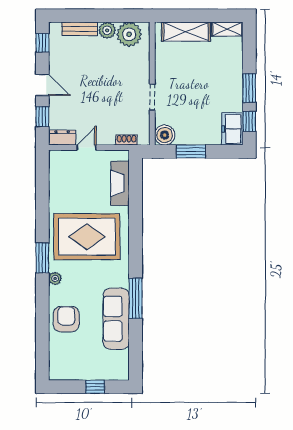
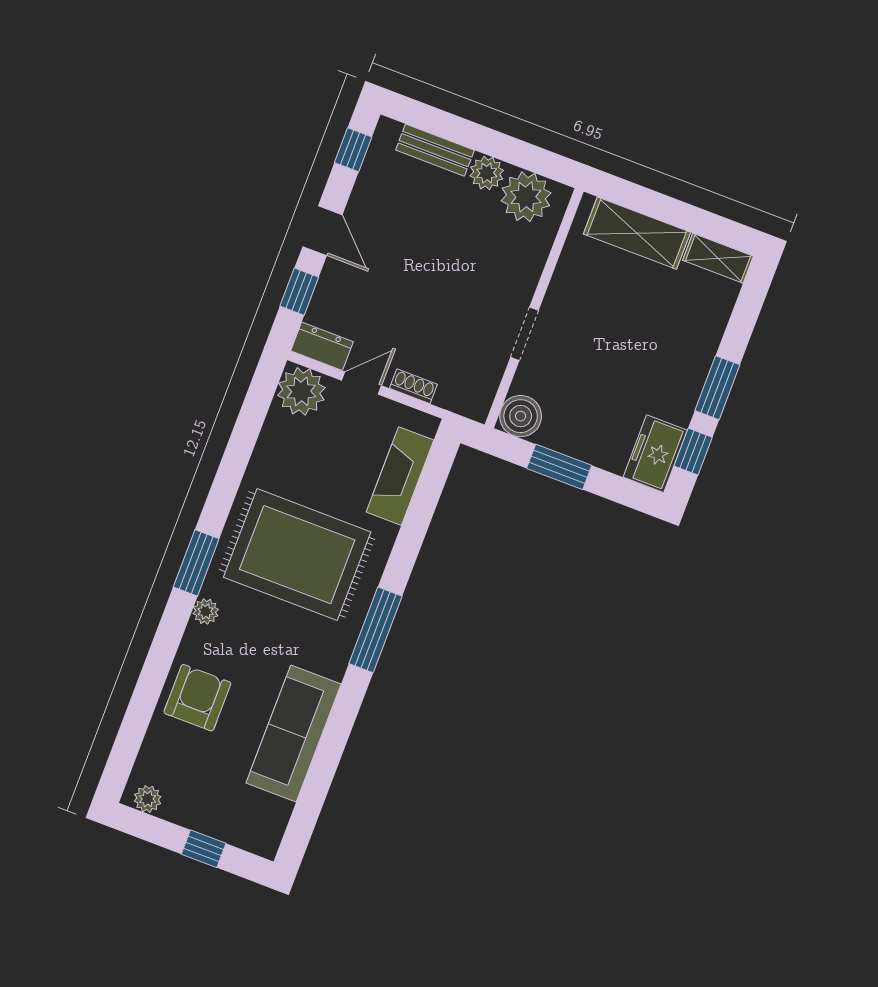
shoe rack: (127, 140) -> (413, 386), moved
plant: (61, 162) -> (301, 391), added
window: (136, 298) -> (376, 630), moved
plant: (61, 374) -> (148, 799), added

